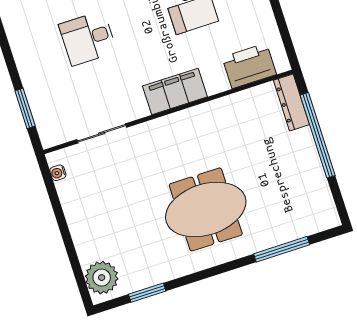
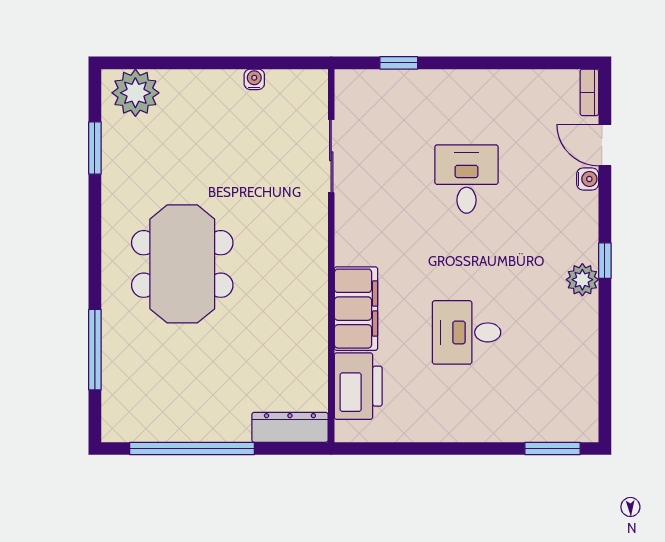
filing cabinet: (175, 91) -> (356, 309), moved
window: (25, 108) -> (399, 63), width x0.67
window: (318, 135) -> (192, 448), moved
water cooler: (58, 173) -> (254, 79), moved

